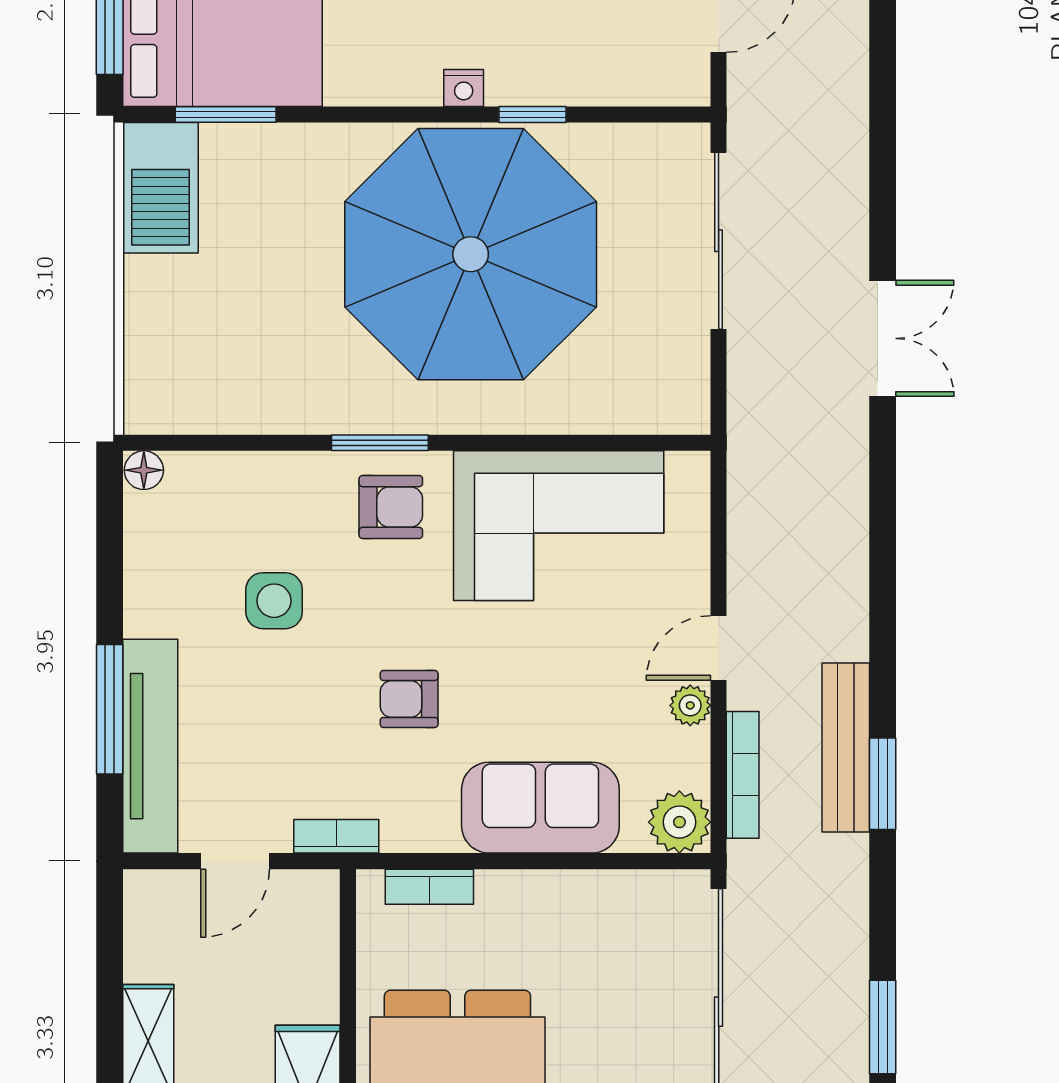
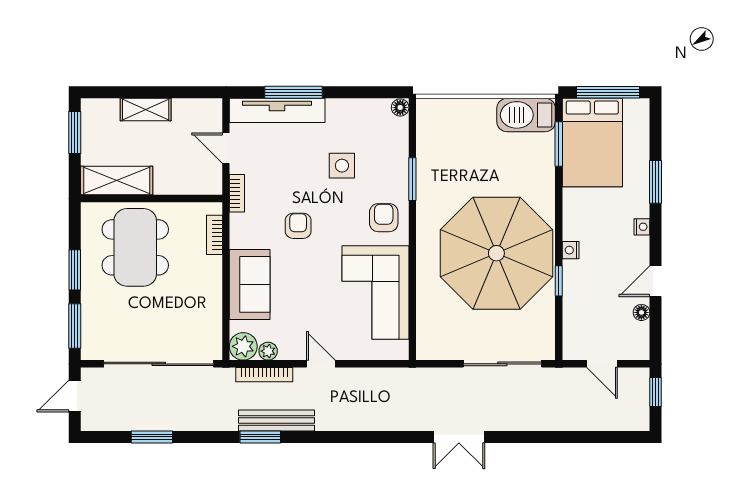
window: (380, 443) -> (412, 179), moved
armchair: (391, 507) -> (384, 218), turned 180
plant: (690, 705) -> (268, 351), moved

